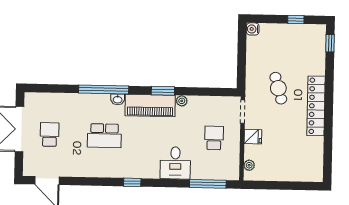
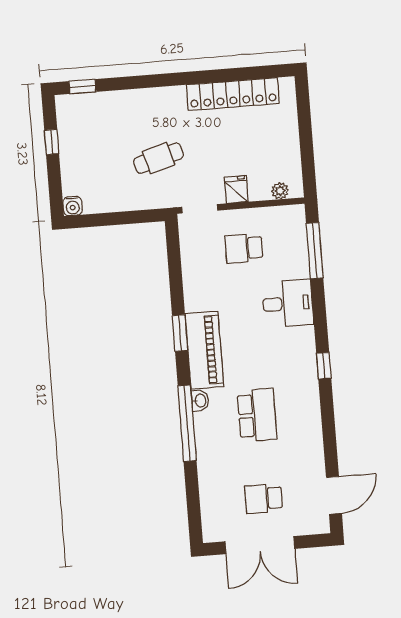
plant: (182, 101) -> (192, 303), removed
locker: (316, 106) -> (233, 94), moved

